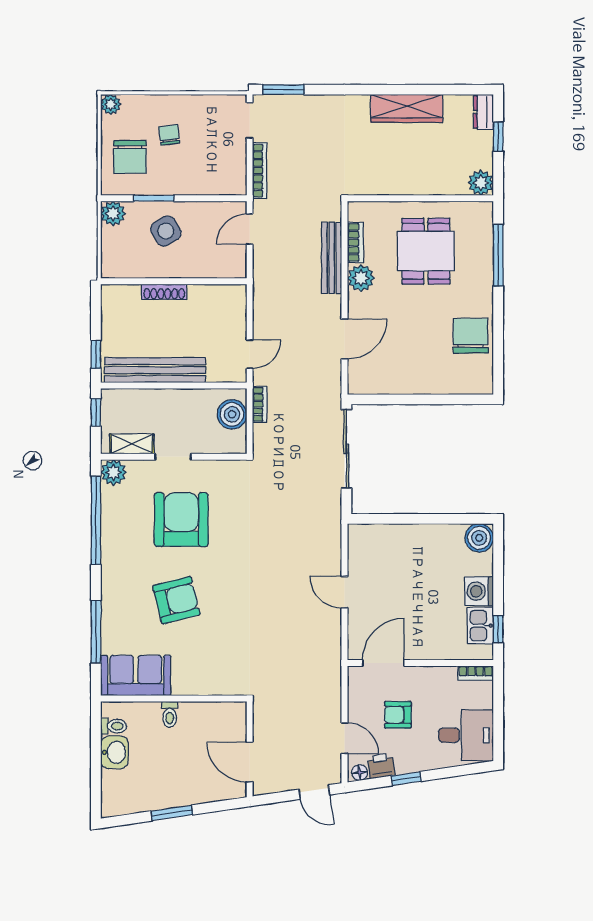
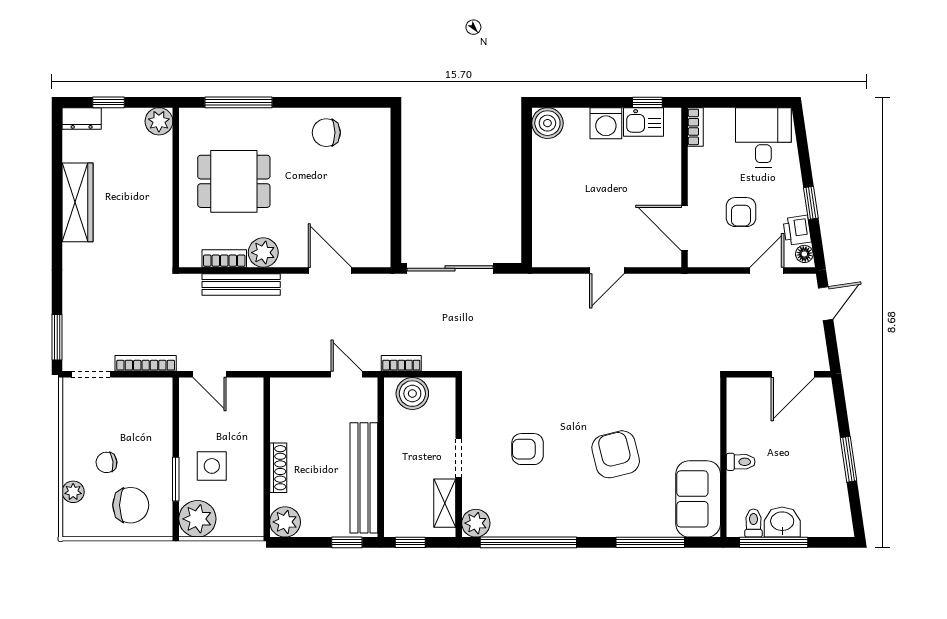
plant: (111, 104) -> (73, 492), moved
plant: (113, 213) -> (197, 519), width x1.36, depth x1.36
side table: (166, 231) -> (212, 466), turned 30
plant: (115, 298) -> (285, 522), added
chair: (470, 336) -> (326, 133), width x0.73, depth x0.73
armchair: (181, 520) -> (528, 449), width x0.53, depth x0.53
window: (96, 745) -> (774, 542), added

